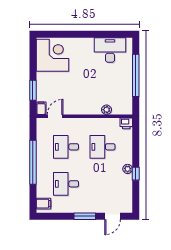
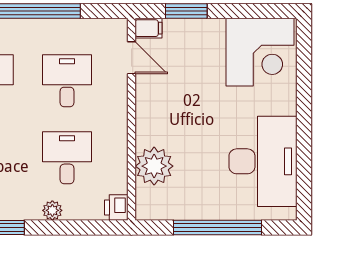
desk: (110, 50) -> (263, 161), width x1.36, depth x1.30
plant: (107, 110) -> (154, 166), width x1.88, depth x1.88
plant: (128, 169) -> (52, 210), moved

